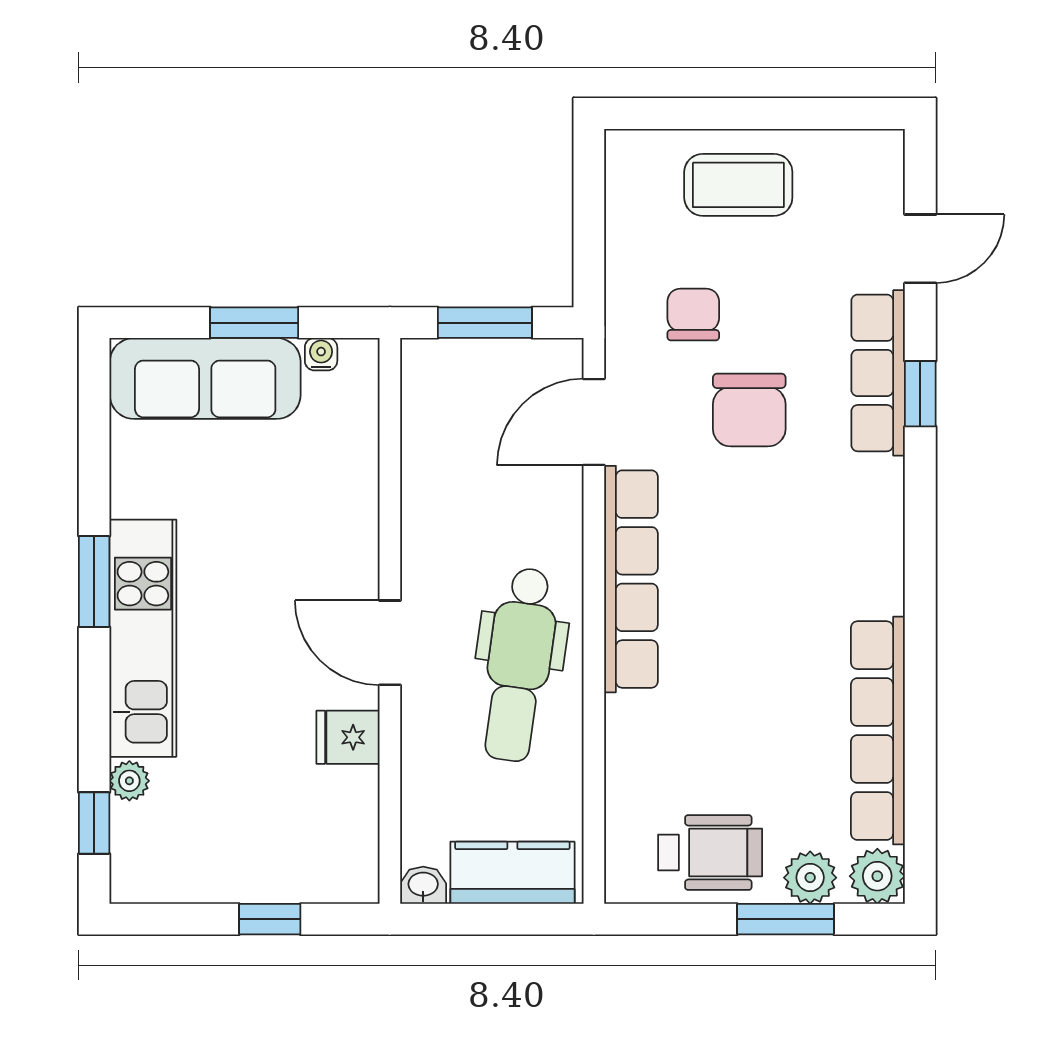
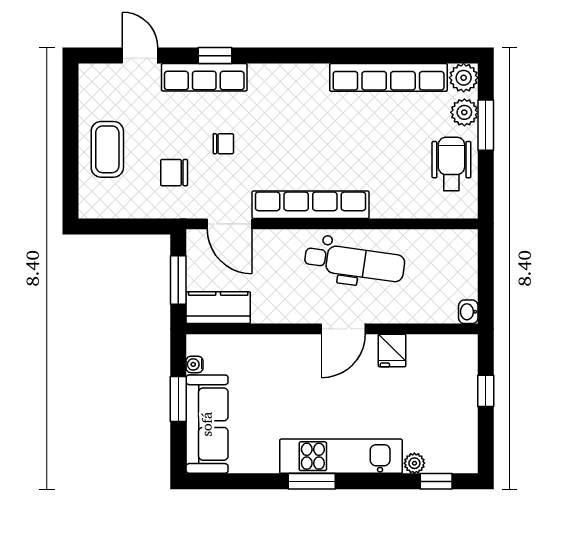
chair: (749, 410) -> (223, 144), width x0.54, depth x0.54
kitchen counter: (512, 873) -> (218, 308), moved, turned 90

